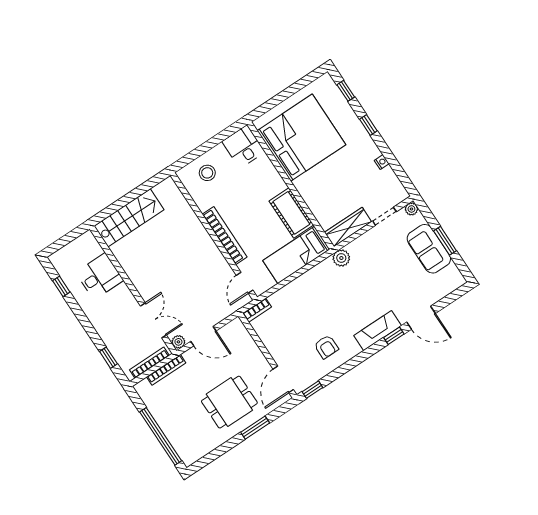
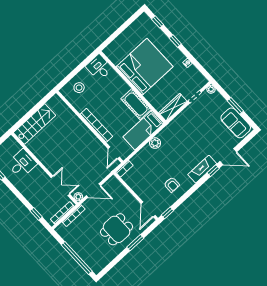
bed: (301, 138) -> (145, 67), moved
sofa: (429, 249) -> (236, 123), moved
plant: (341, 258) -> (155, 143), moved

